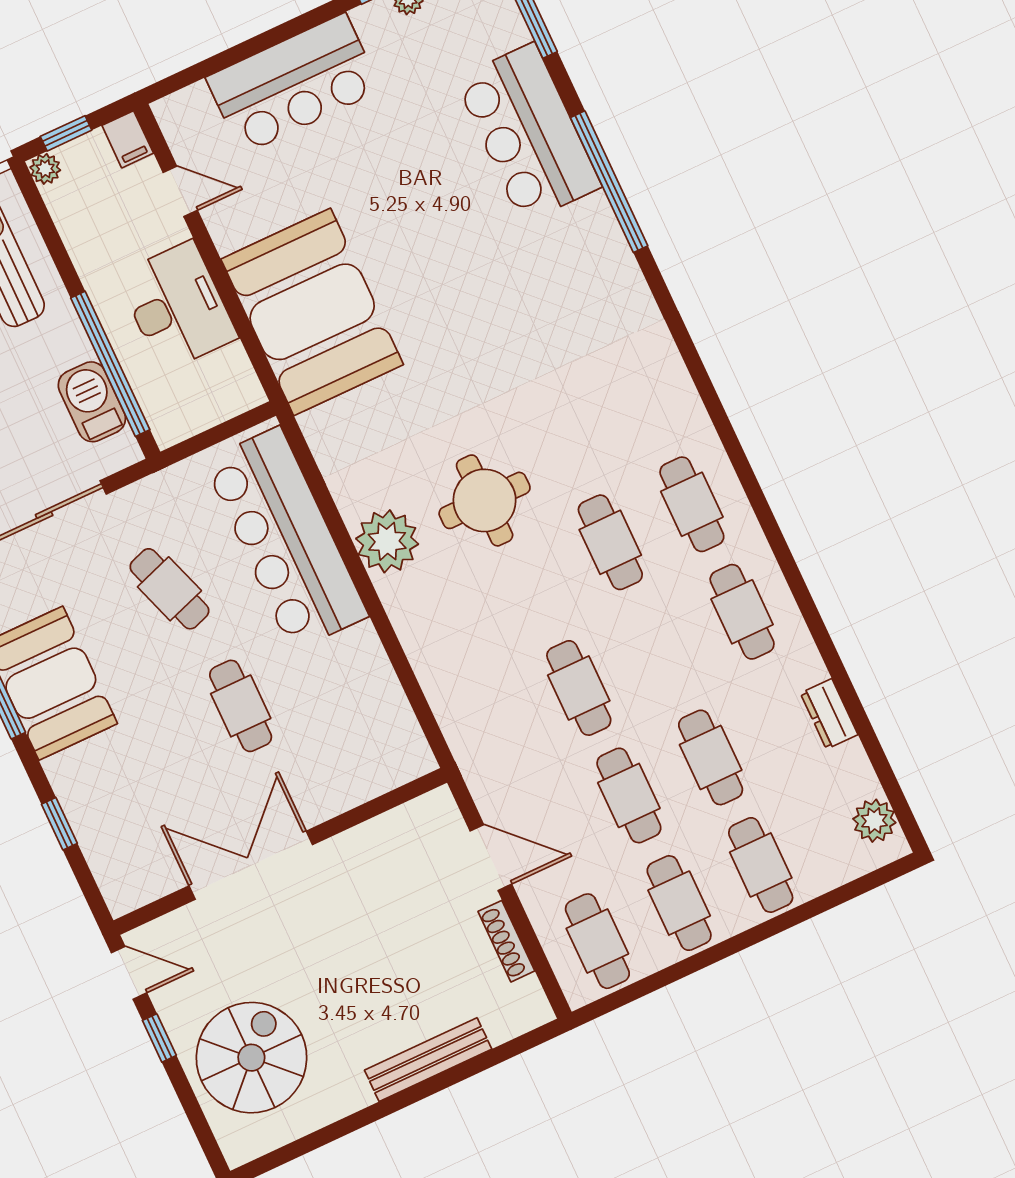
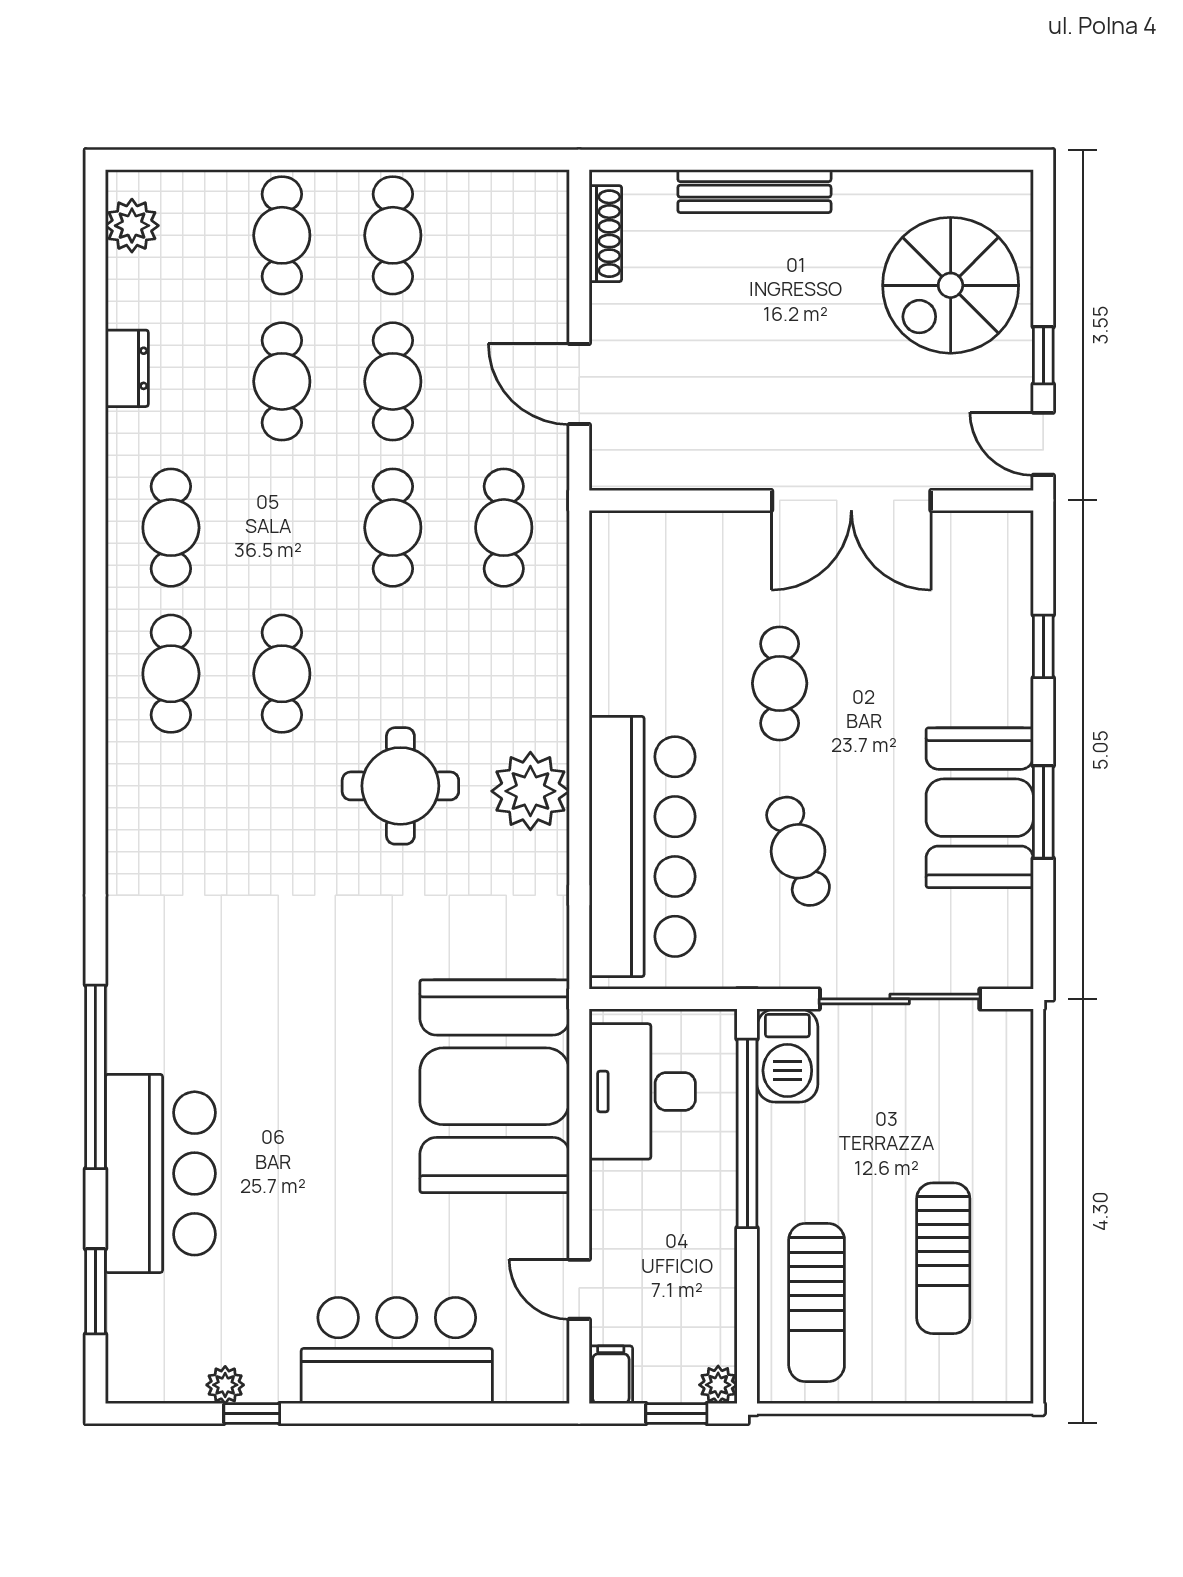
desk: (177, 306) -> (642, 1091), moved
barbecue: (92, 402) -> (787, 1056), moved
shoe rack: (506, 941) -> (605, 234), moved
cafe table: (597, 941) -> (504, 528), moved

